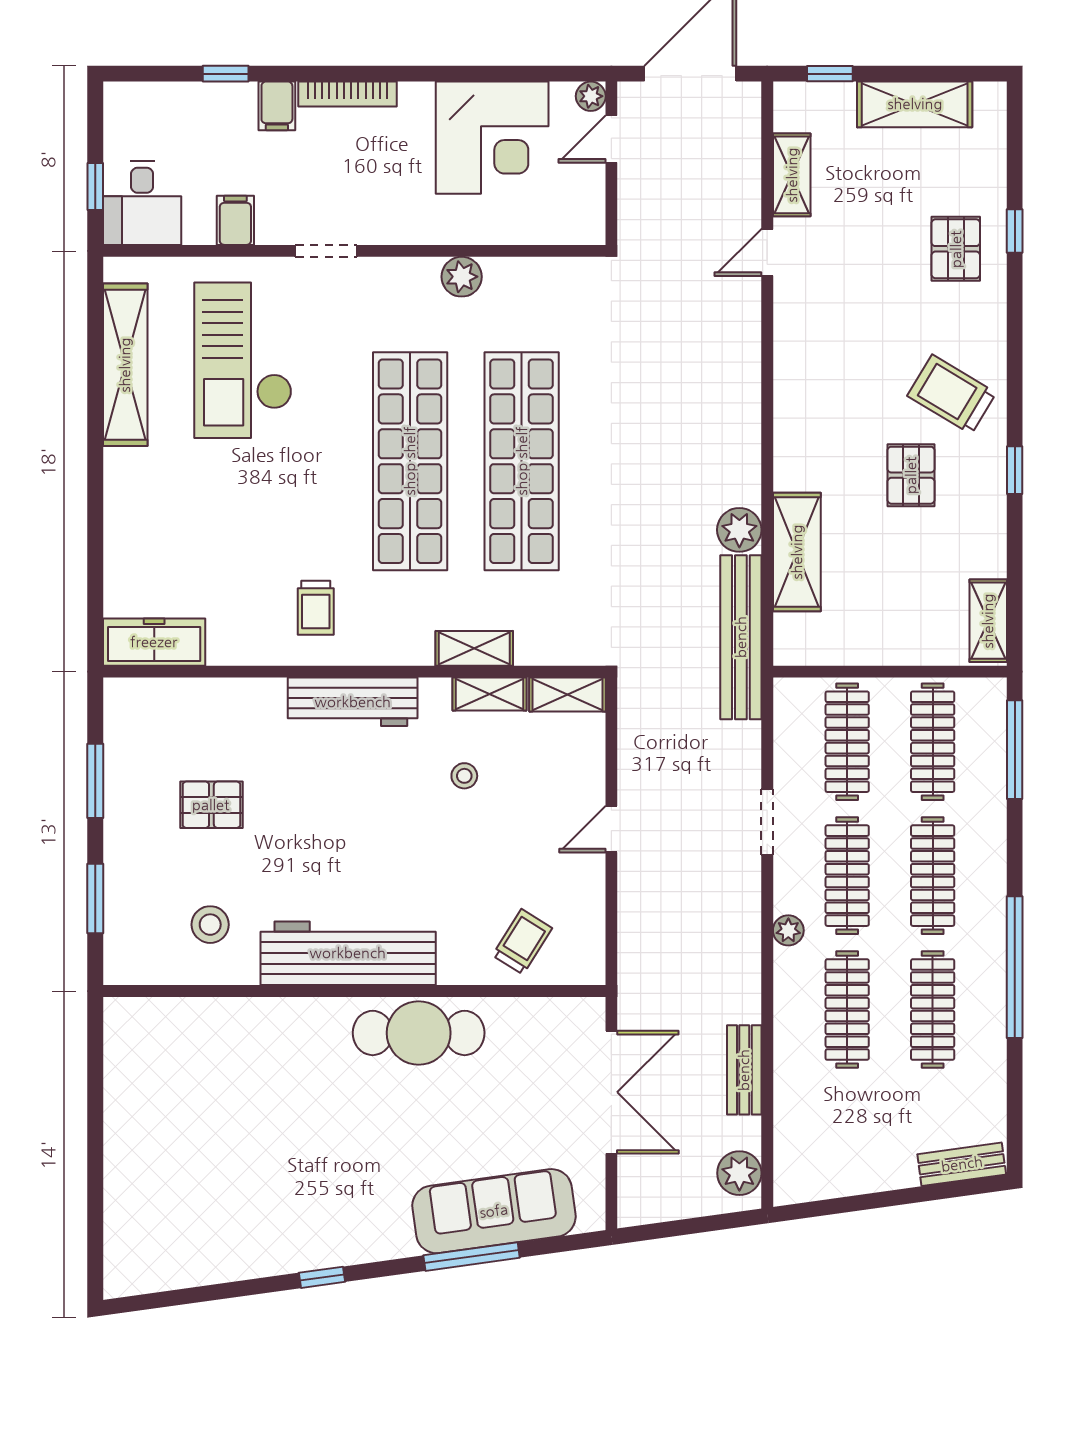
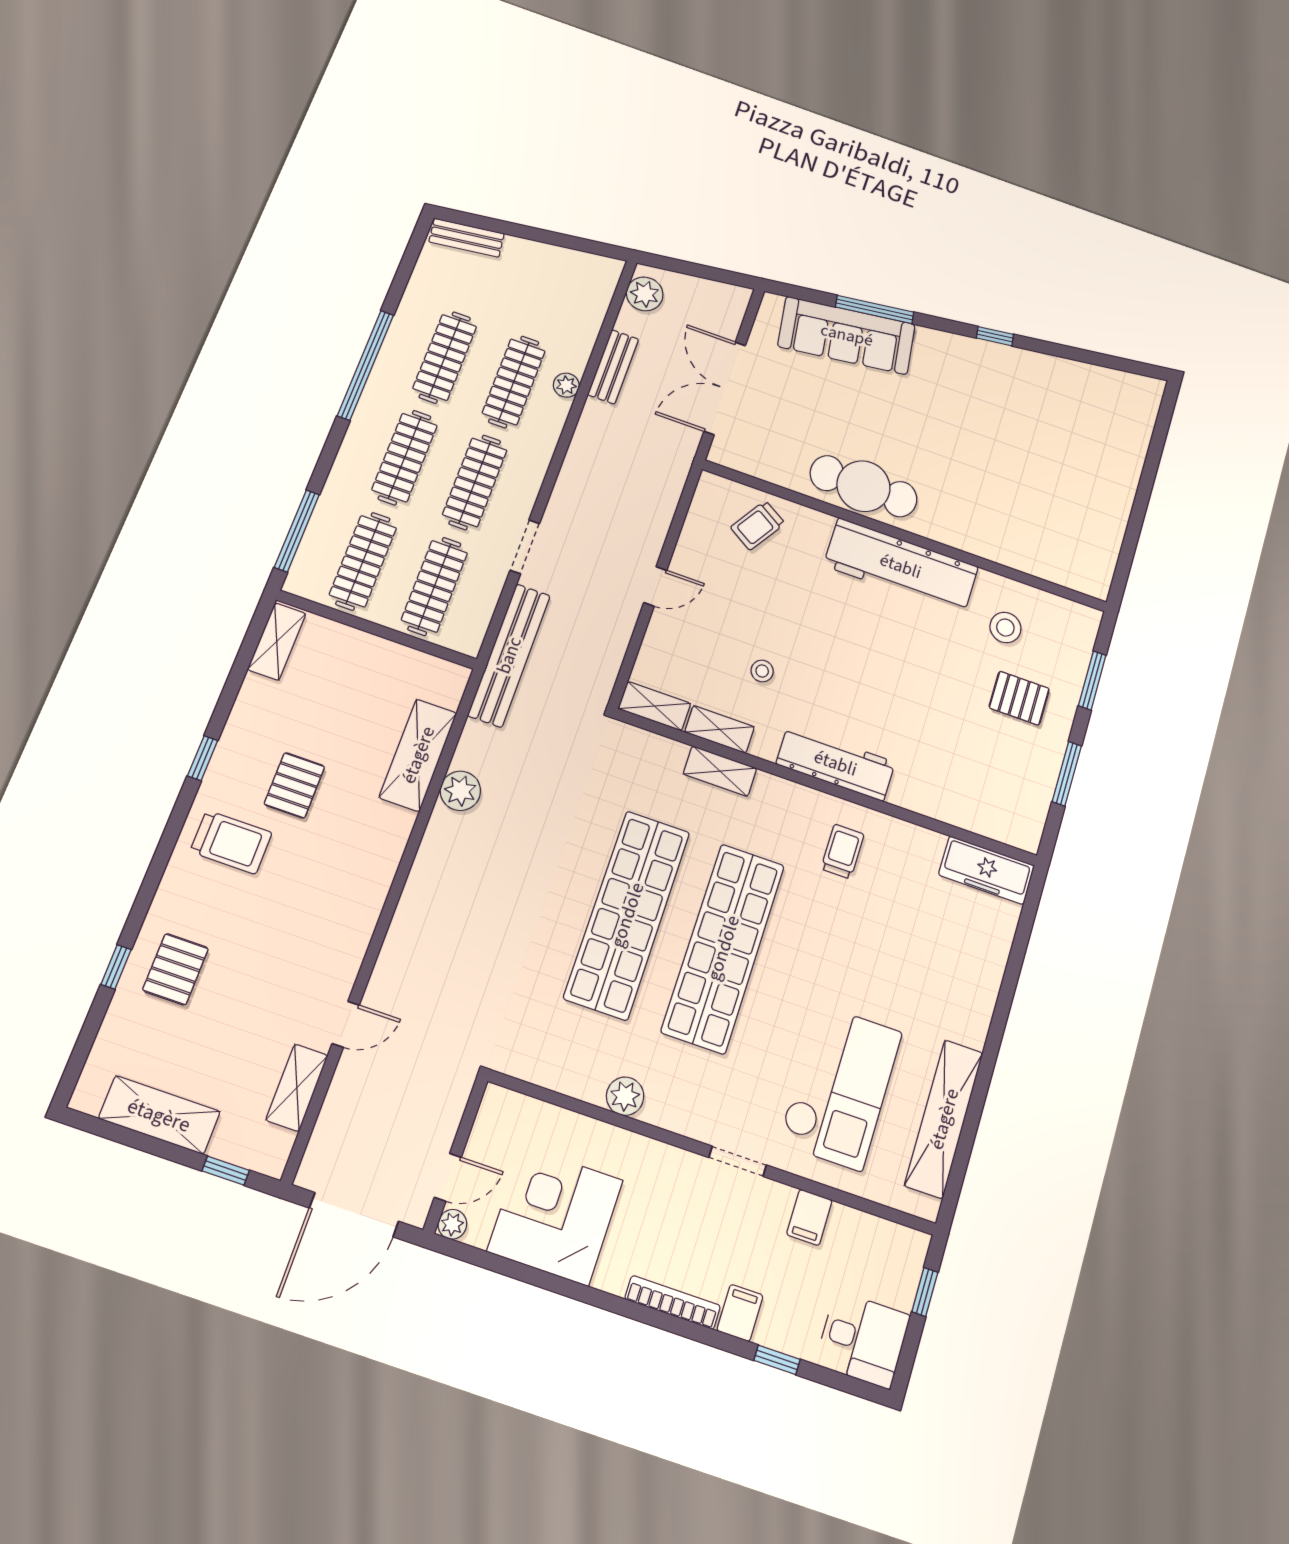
desk: (142, 203) -> (863, 1340), moved, turned 90
trolley: (952, 394) -> (231, 842), turned -31
bench: (741, 637) -> (509, 655), moved
pallet: (211, 805) -> (1019, 698), moved
plant: (788, 930) -> (566, 385), moved

